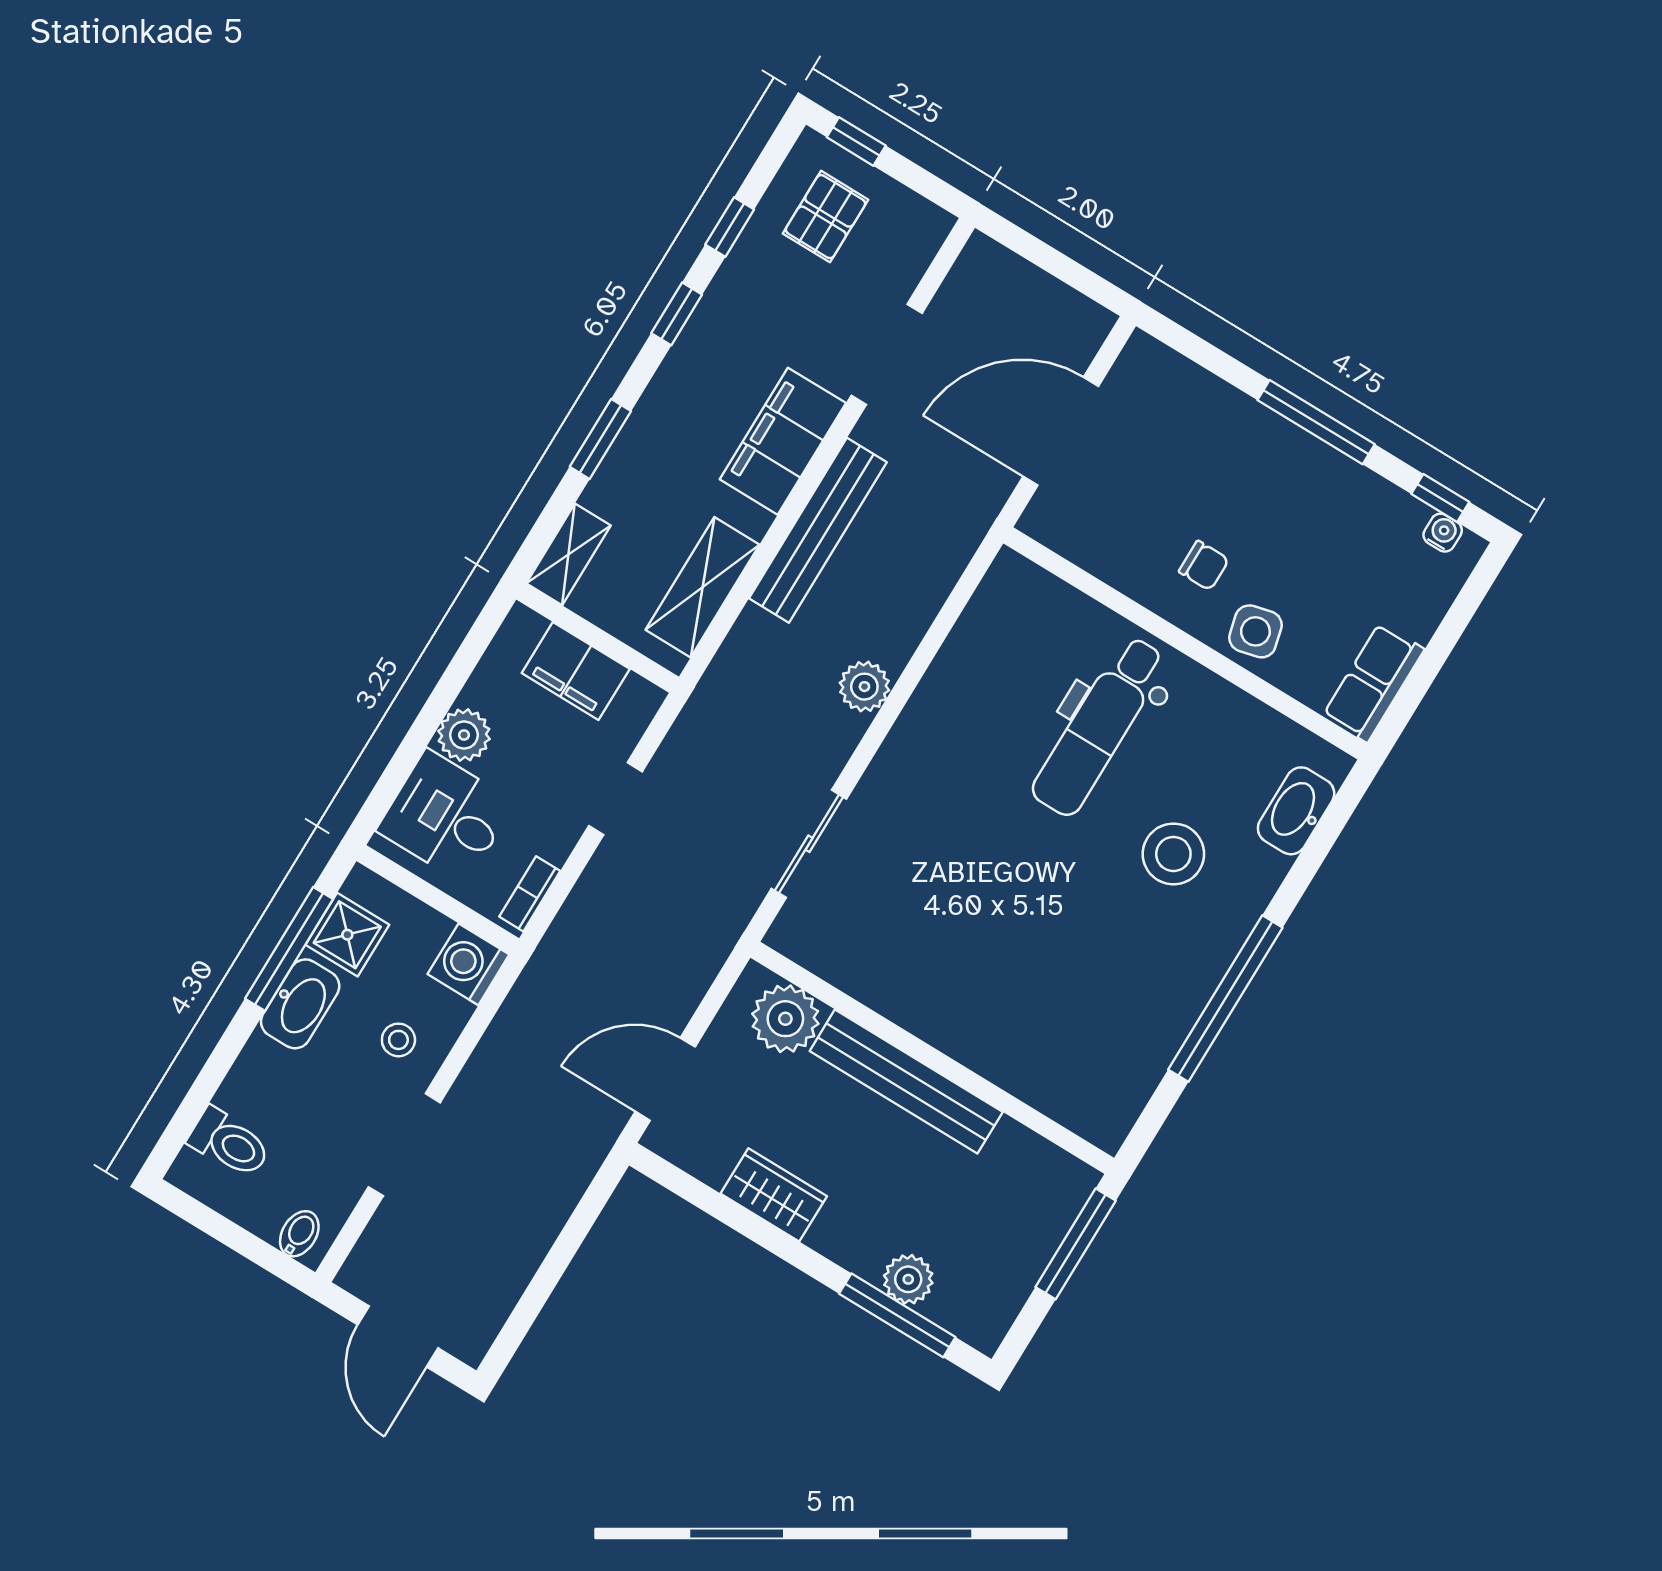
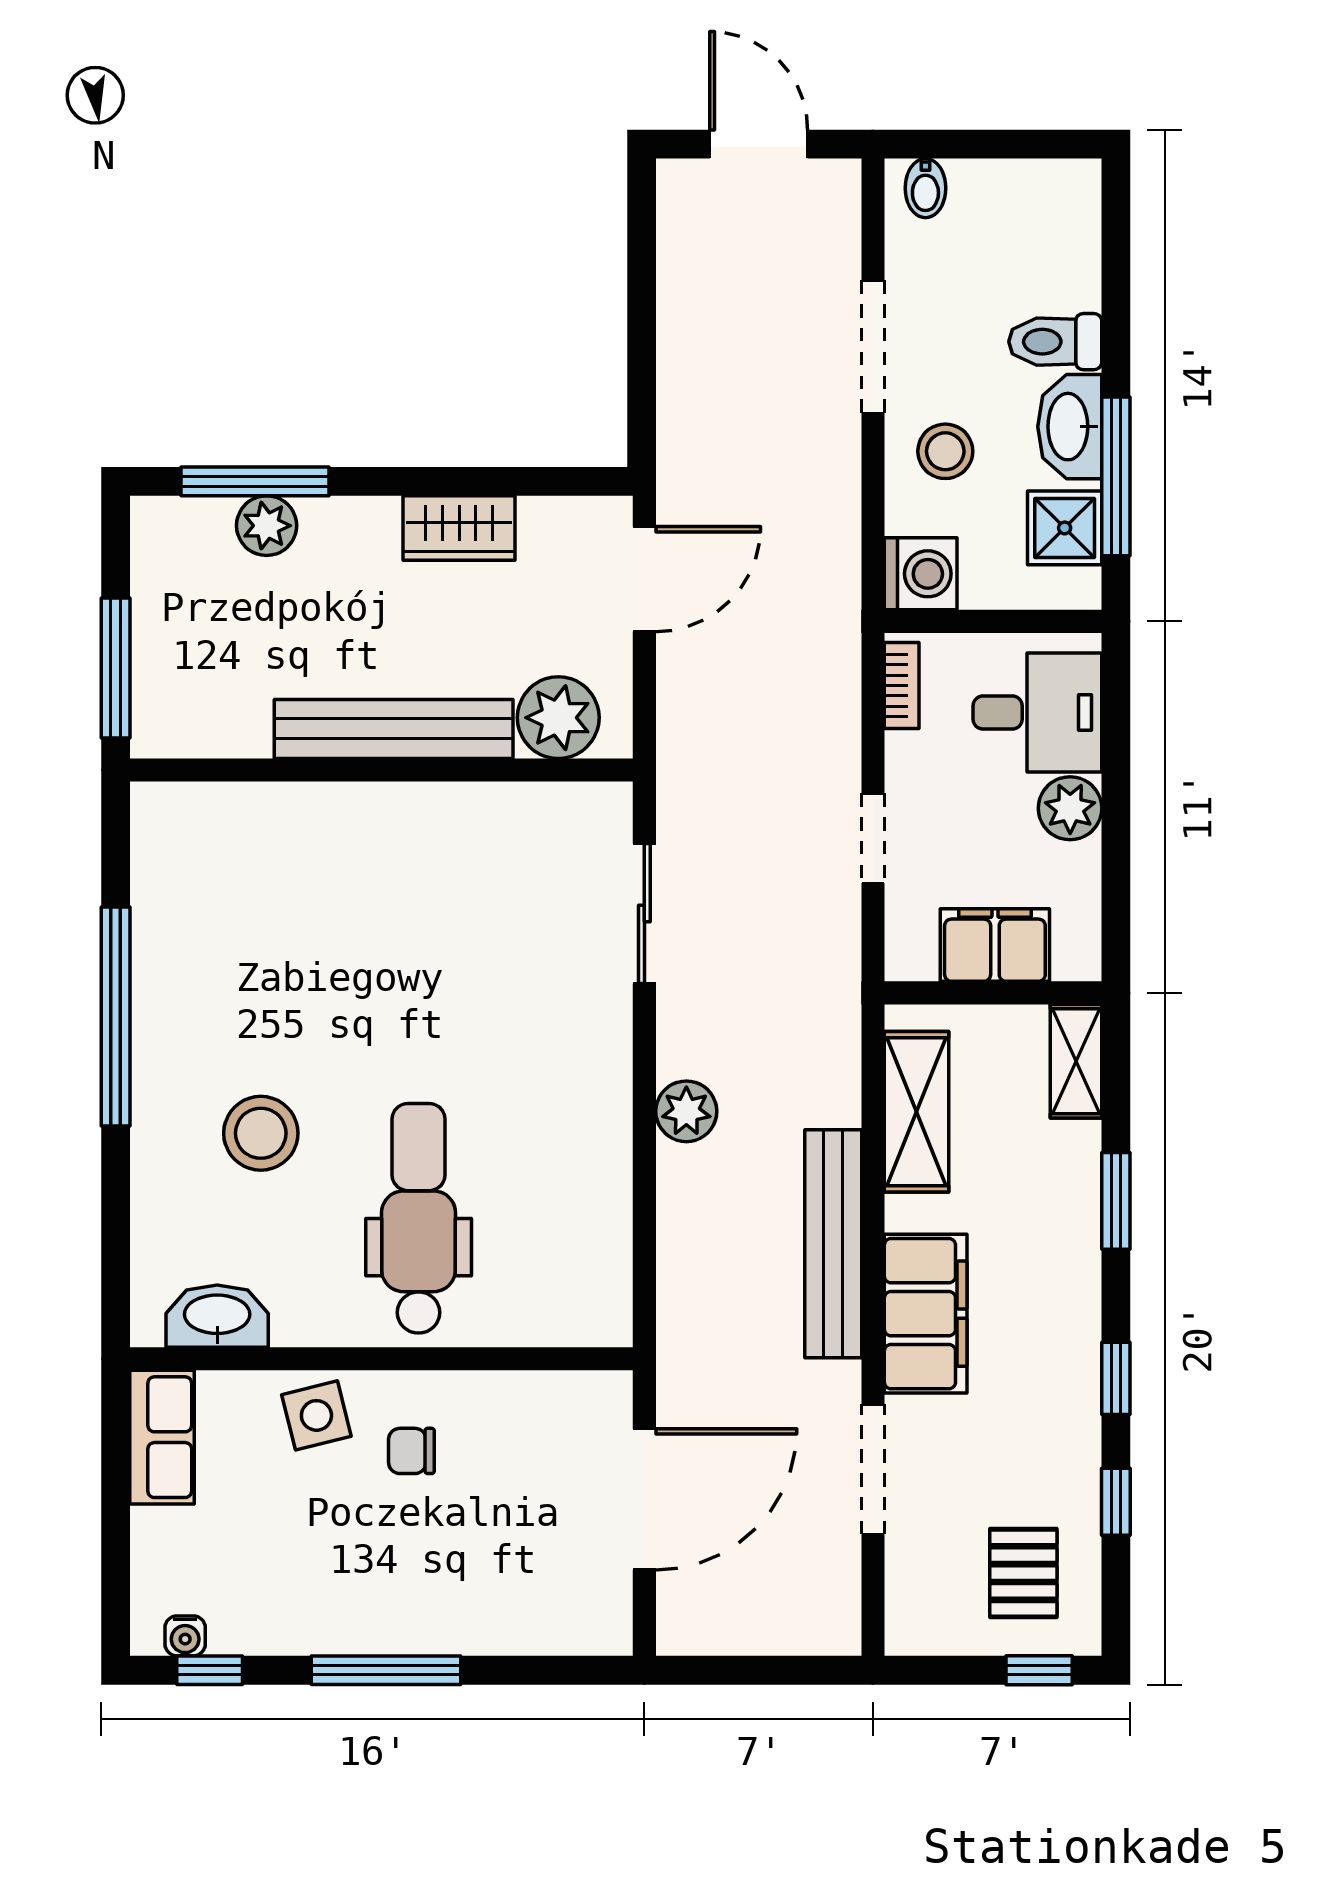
washbasin: (1296, 811) -> (217, 1316), moved, turned -90
stool: (398, 1040) -> (945, 451), width x1.37, depth x1.37
toilet: (229, 1143) -> (1055, 342), moved

